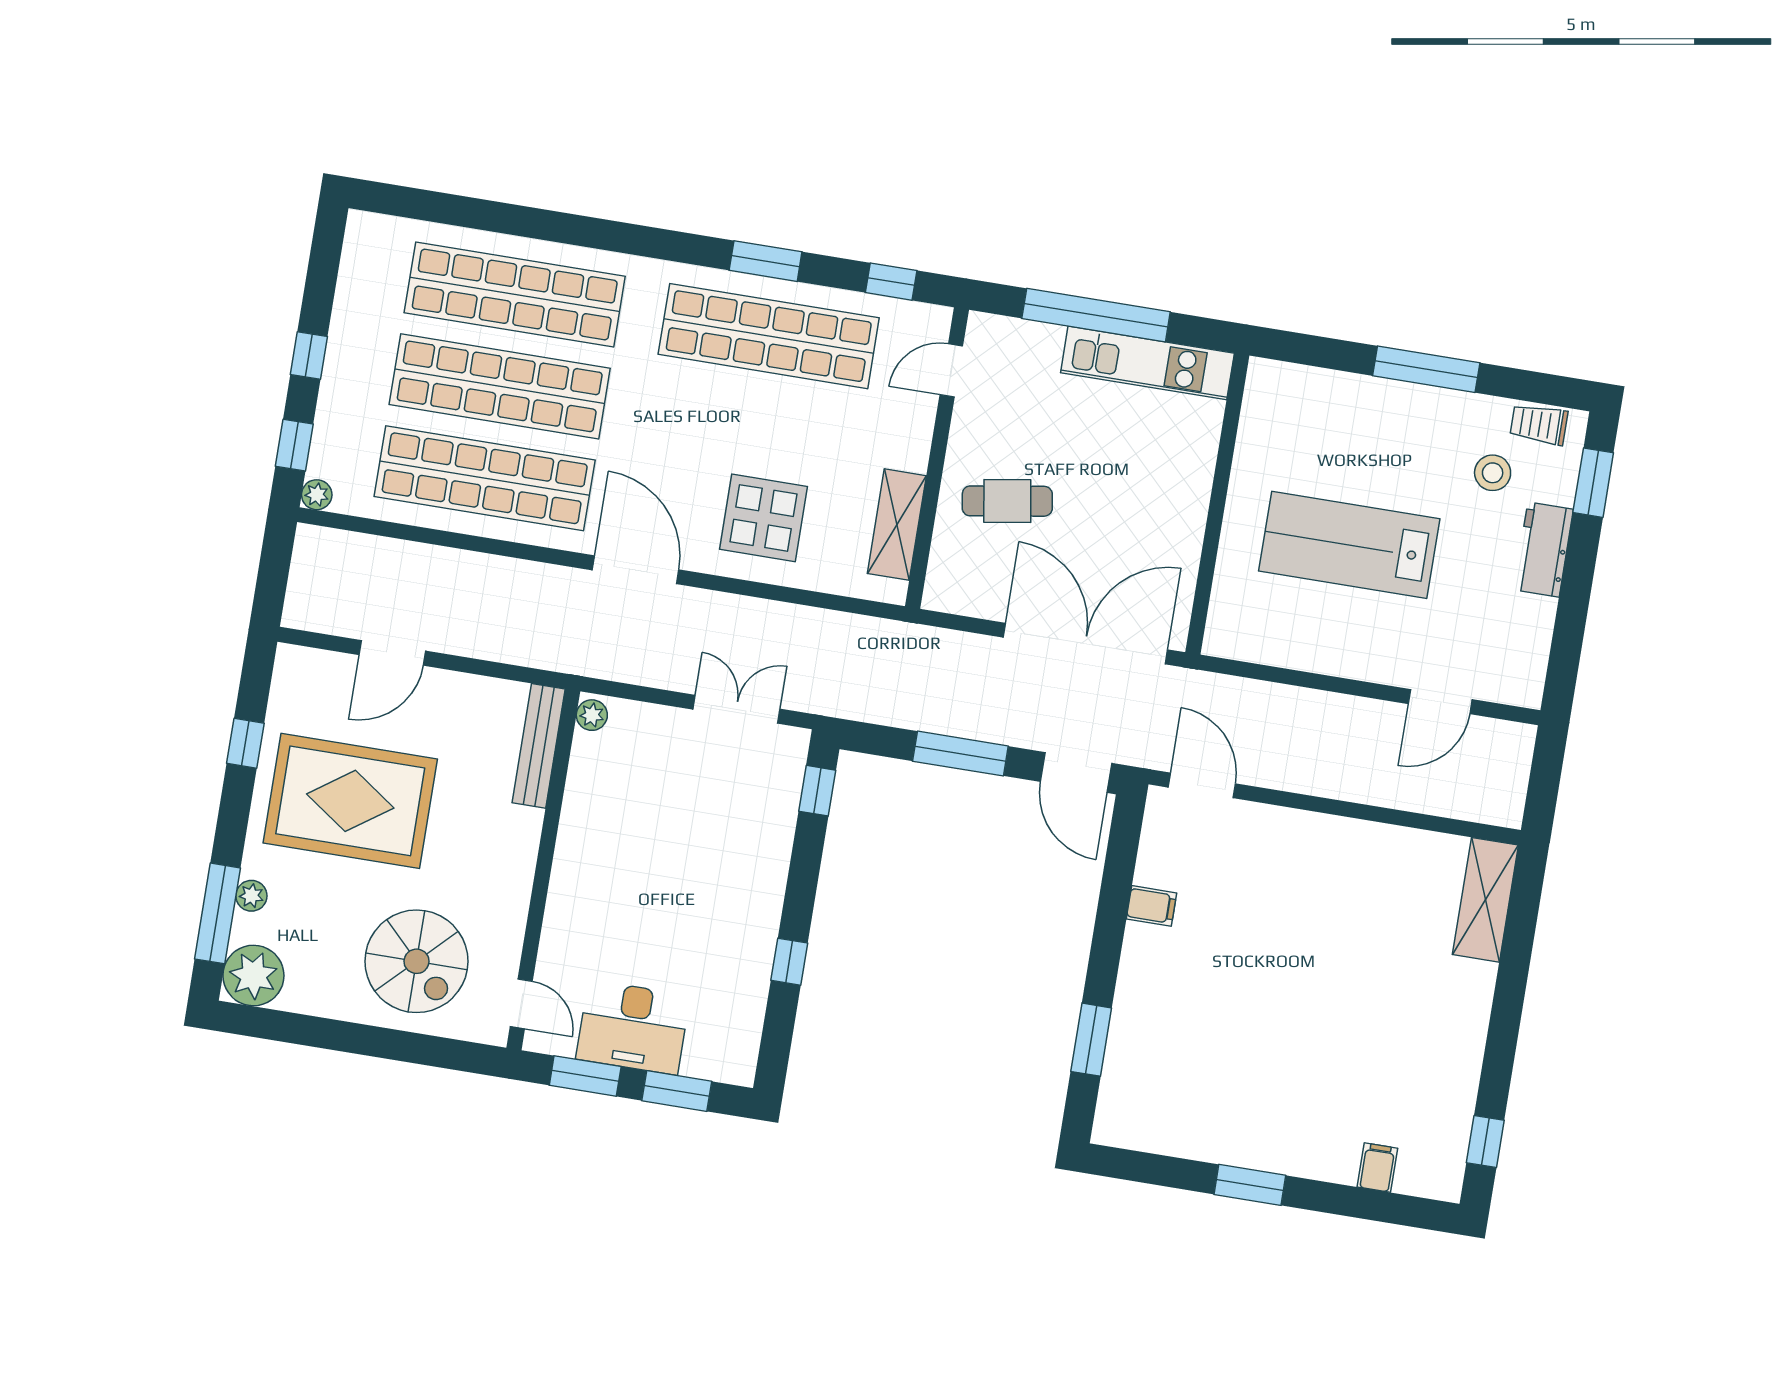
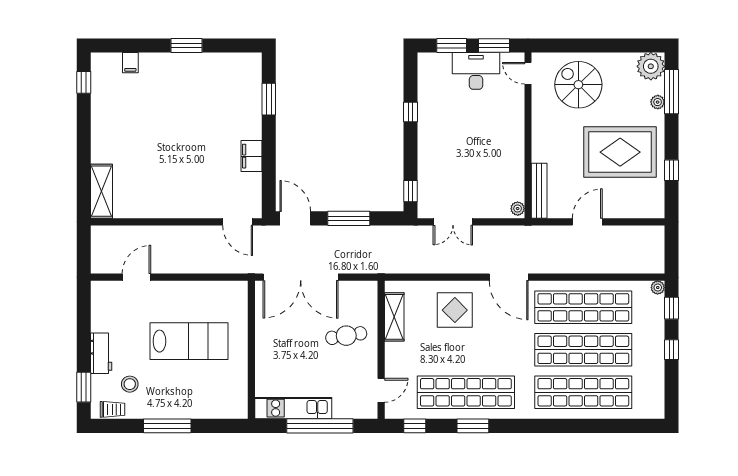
door: (392, 653) -> (587, 222), moved
filing cabinet: (1152, 906) -> (251, 156), width x2.00

